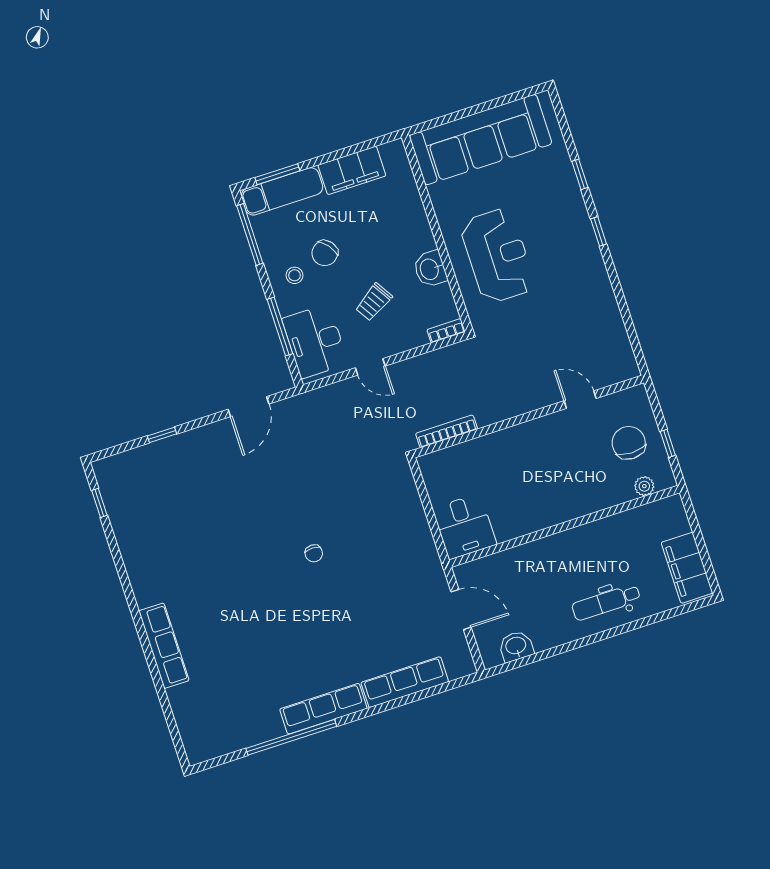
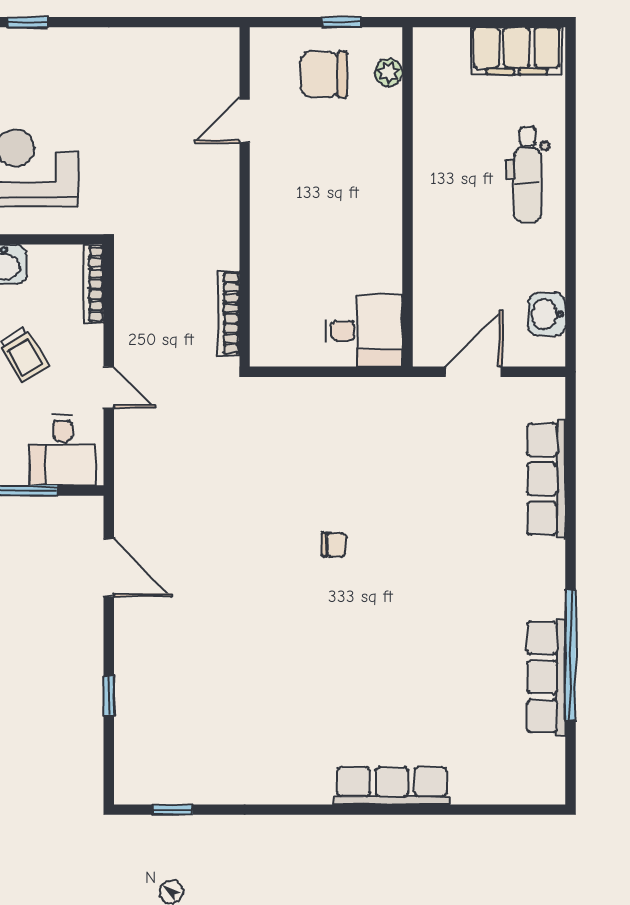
bookcase: (446, 331) -> (94, 284), width x1.56
desk: (315, 341) -> (63, 450), width x0.73
door: (370, 367) -> (109, 387), hinge flipped
row of seats: (323, 709) -> (546, 677), moved

